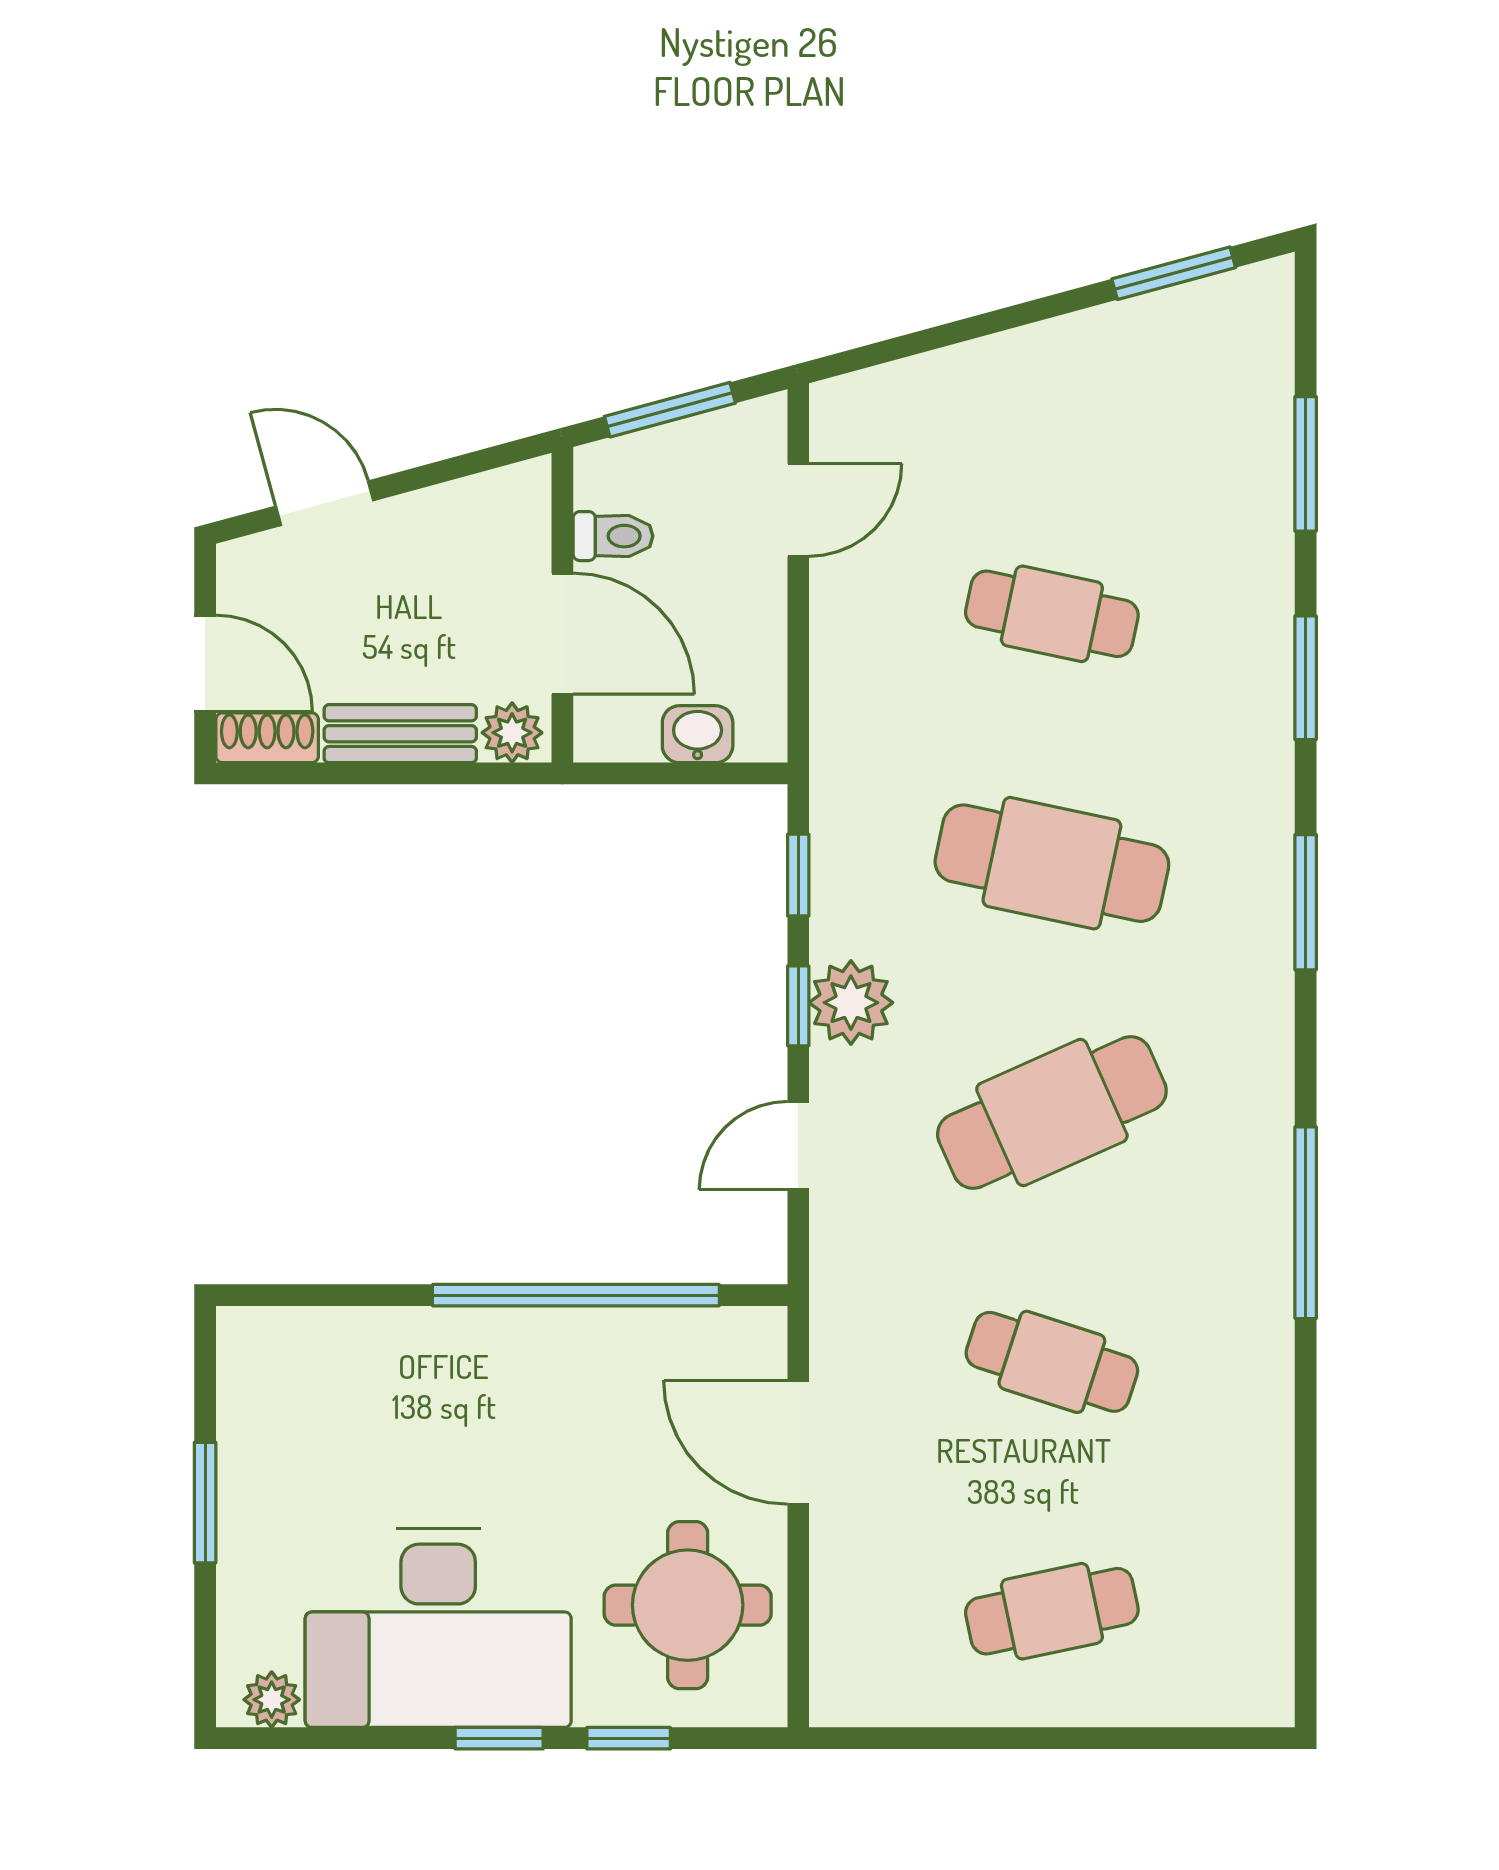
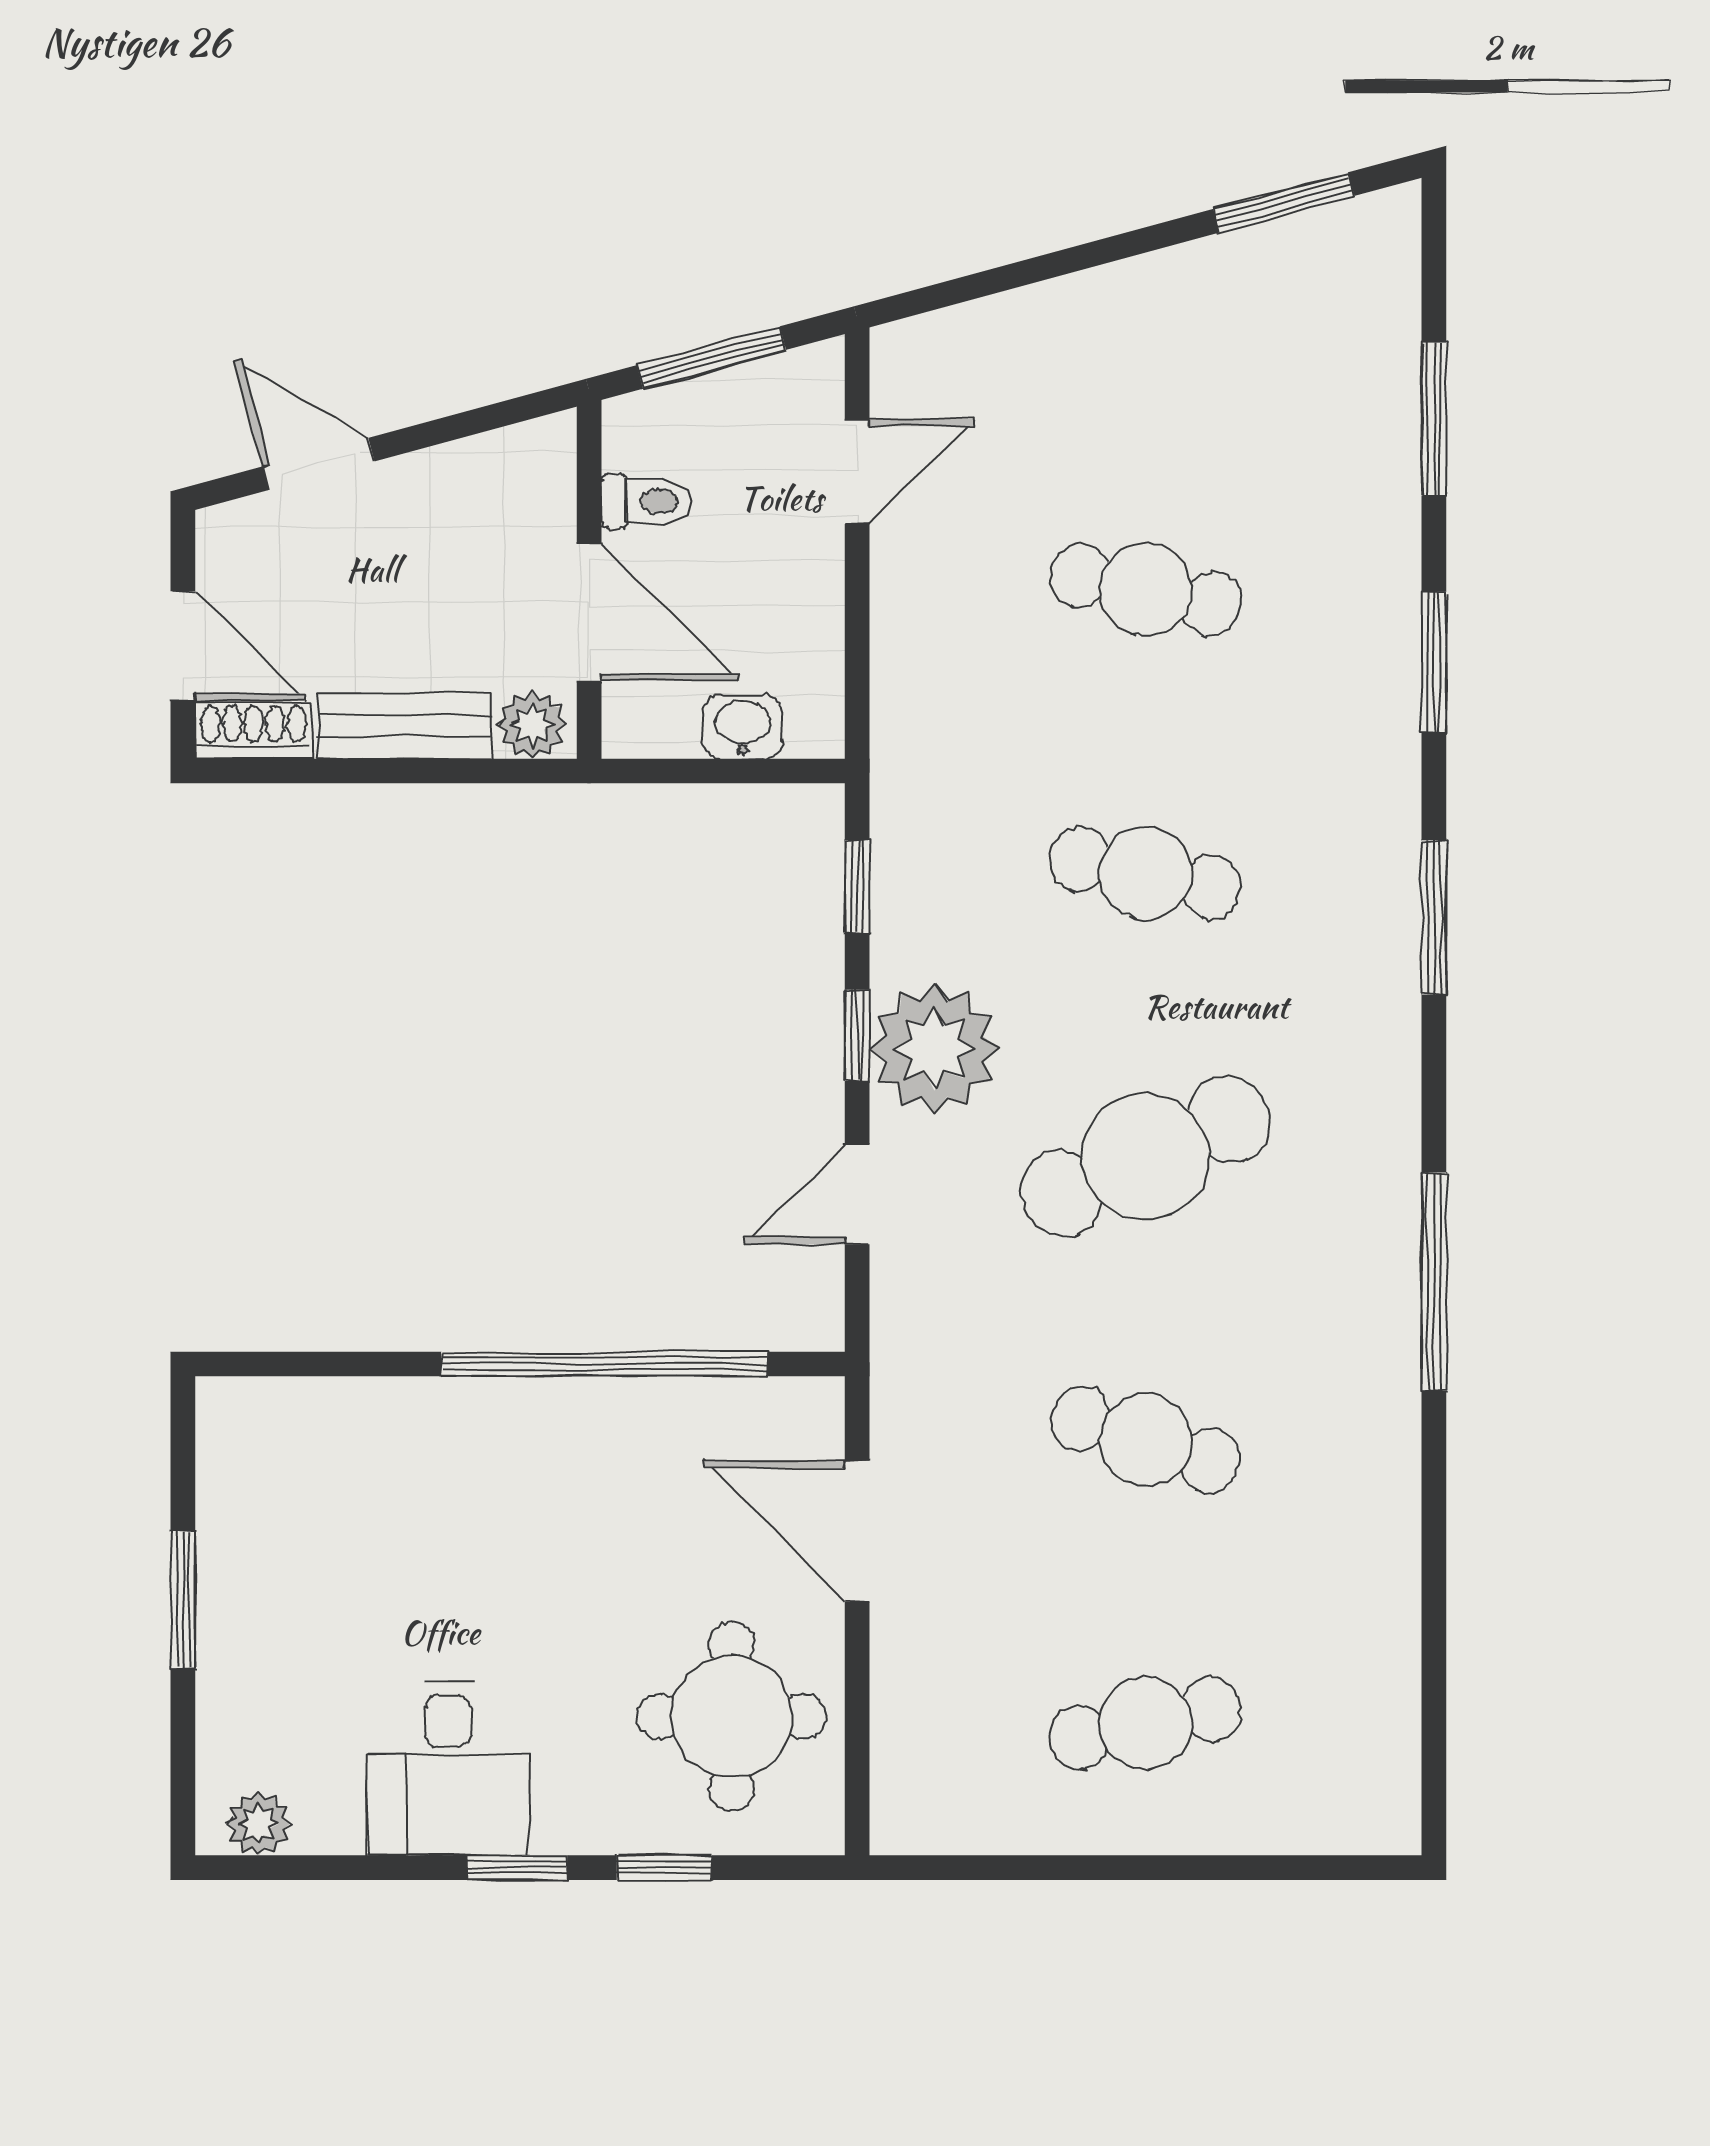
cafe table: (1052, 863) -> (1145, 873), width x0.73, depth x0.74
plant: (851, 1003) -> (934, 1049), width x1.36, depth x1.36
desk: (438, 1628) -> (448, 1768), width x0.53, depth x0.77

